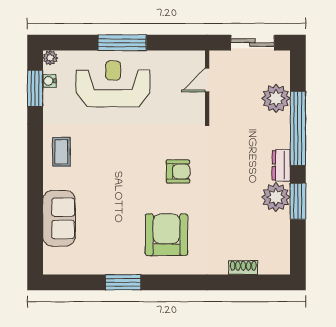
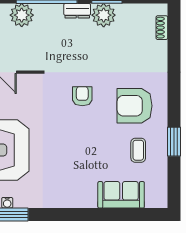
coffee table: (61, 152) -> (138, 150), moved, turned 90
shoe rack: (243, 268) -> (162, 28), moved

